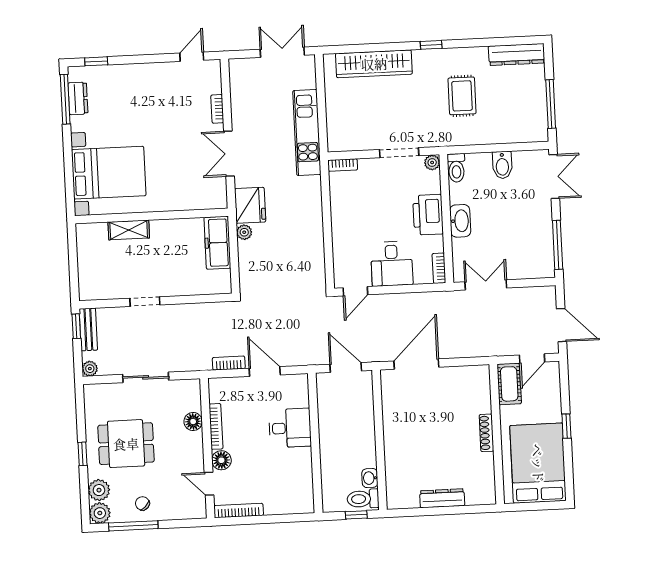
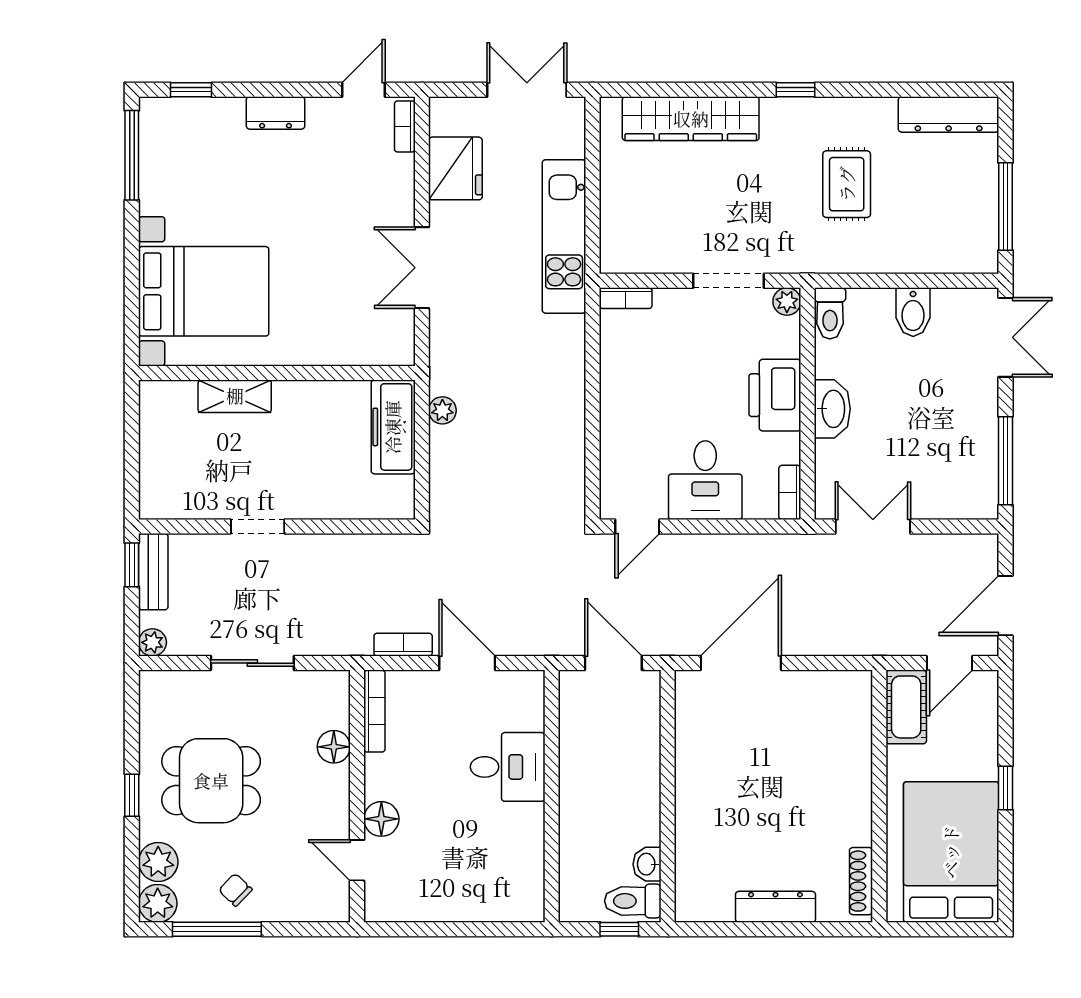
dresser: (78, 98) -> (276, 113), moved, turned 90
bookcase: (217, 109) -> (405, 126), moved
fridge: (250, 205) -> (455, 168), moved
door: (561, 325) -> (1006, 606), swing flipped
bookcase: (216, 426) -> (374, 711), moved
shoe rack: (486, 433) -> (861, 881), moved
bookcase: (239, 511) -> (408, 911), removed

